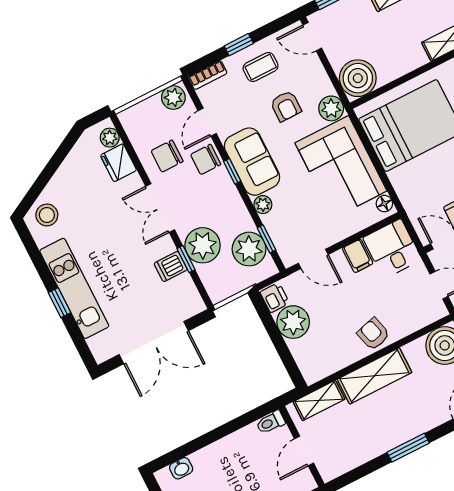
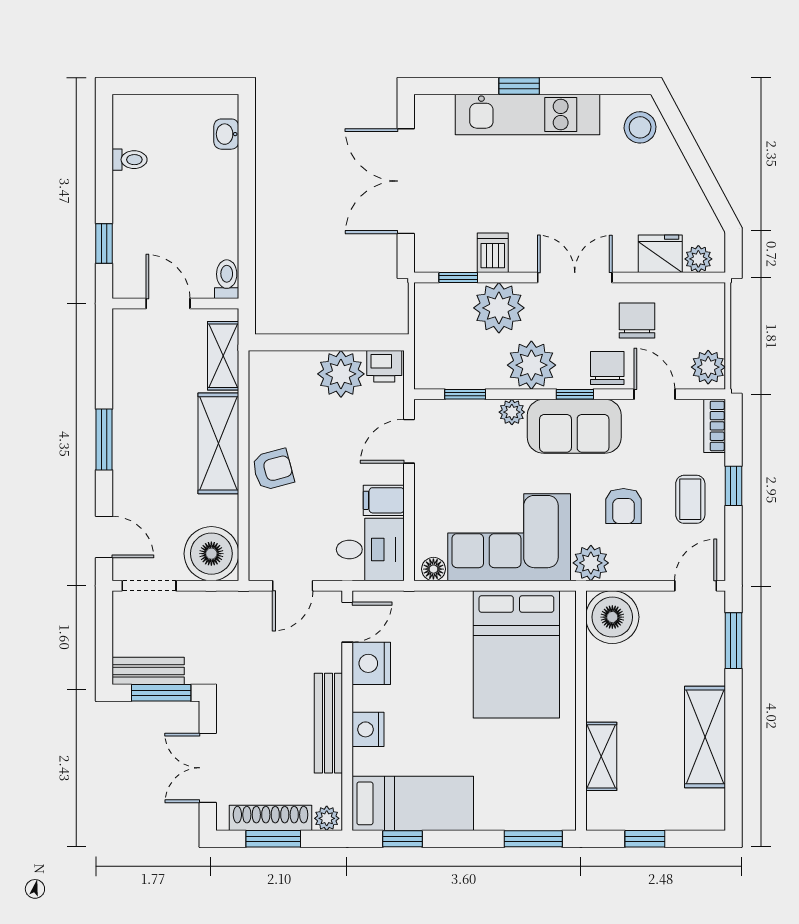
armchair: (286, 106) -> (623, 506), turned -90
plant: (249, 249) -> (531, 365), moved
window: (186, 259) -> (458, 277), moved

